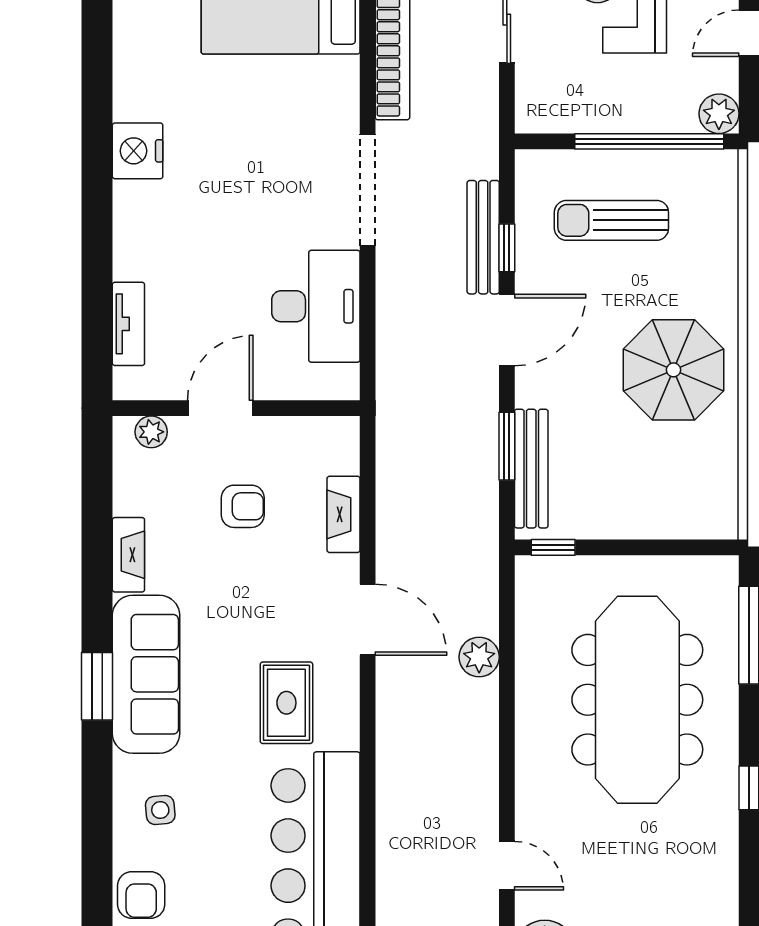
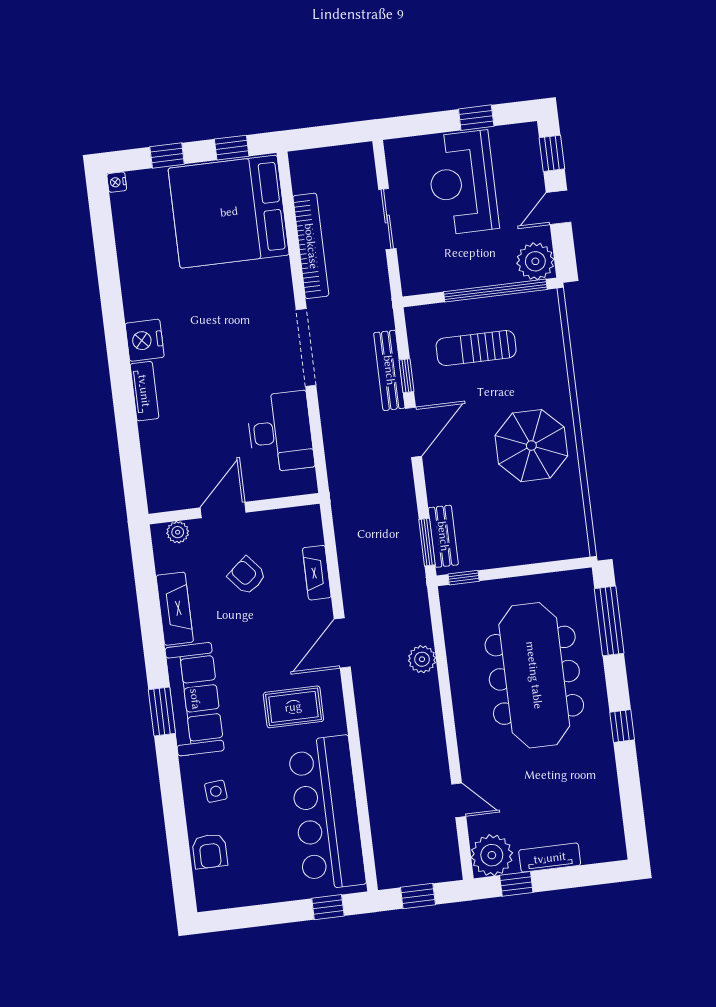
plant: (719, 114) -> (535, 261), width x1.36, depth x1.36
tv unit: (128, 324) -> (144, 391), moved
window: (507, 446) -> (427, 542), moved
bench: (531, 469) -> (443, 536), width x0.73
armchair: (243, 506) -> (247, 576), turned -130
fireplace: (128, 555) -> (175, 609), width x1.37, depth x1.32
door: (368, 620) -> (342, 643), swing flipped
rug: (286, 703) -> (293, 707), turned 90

